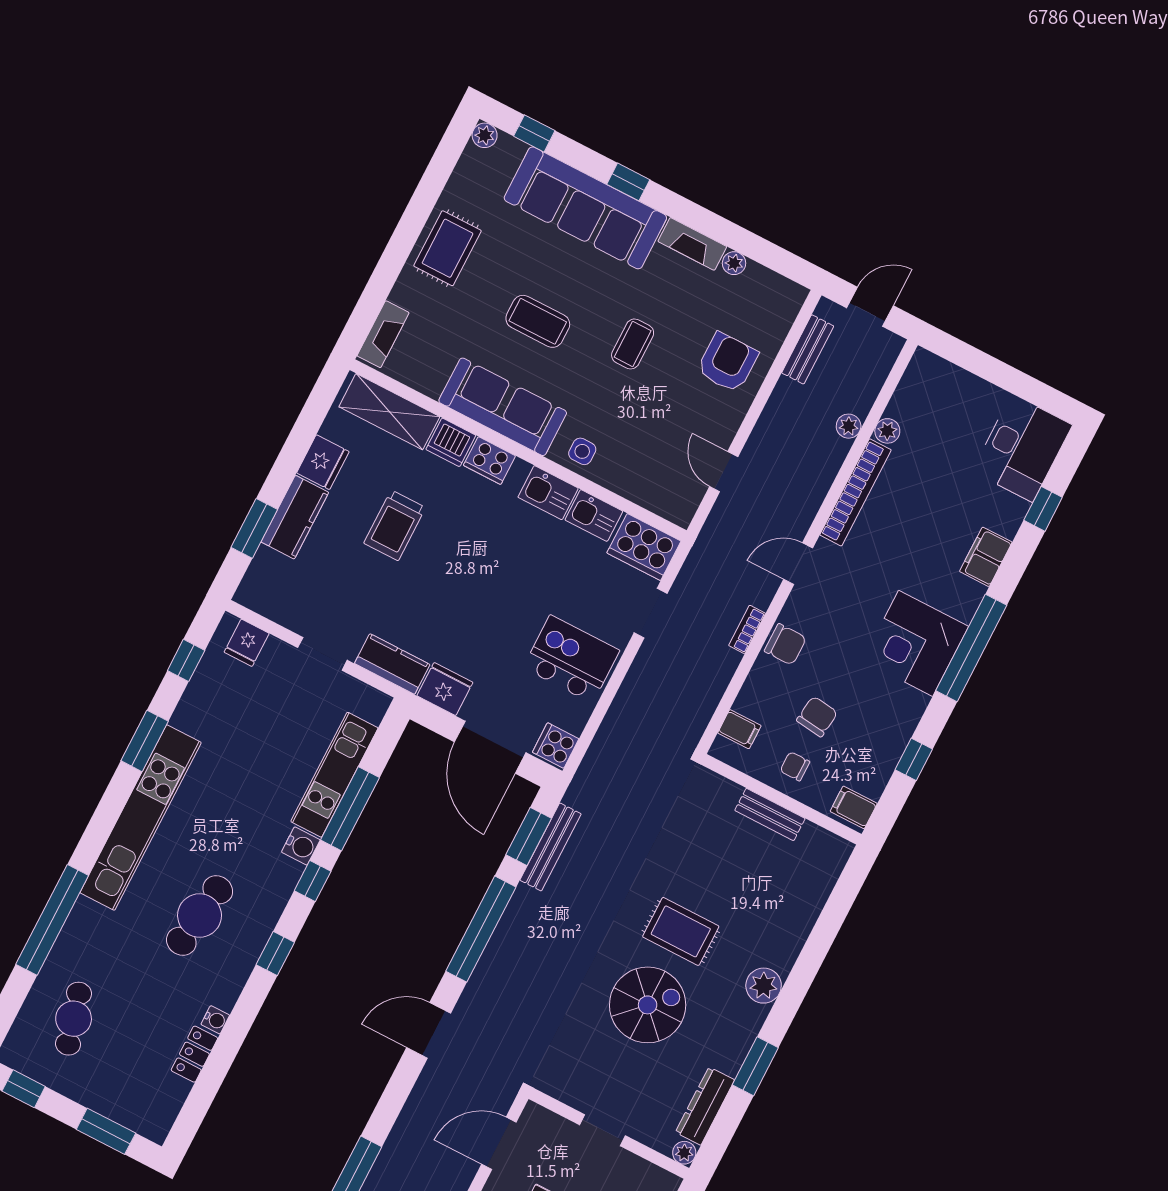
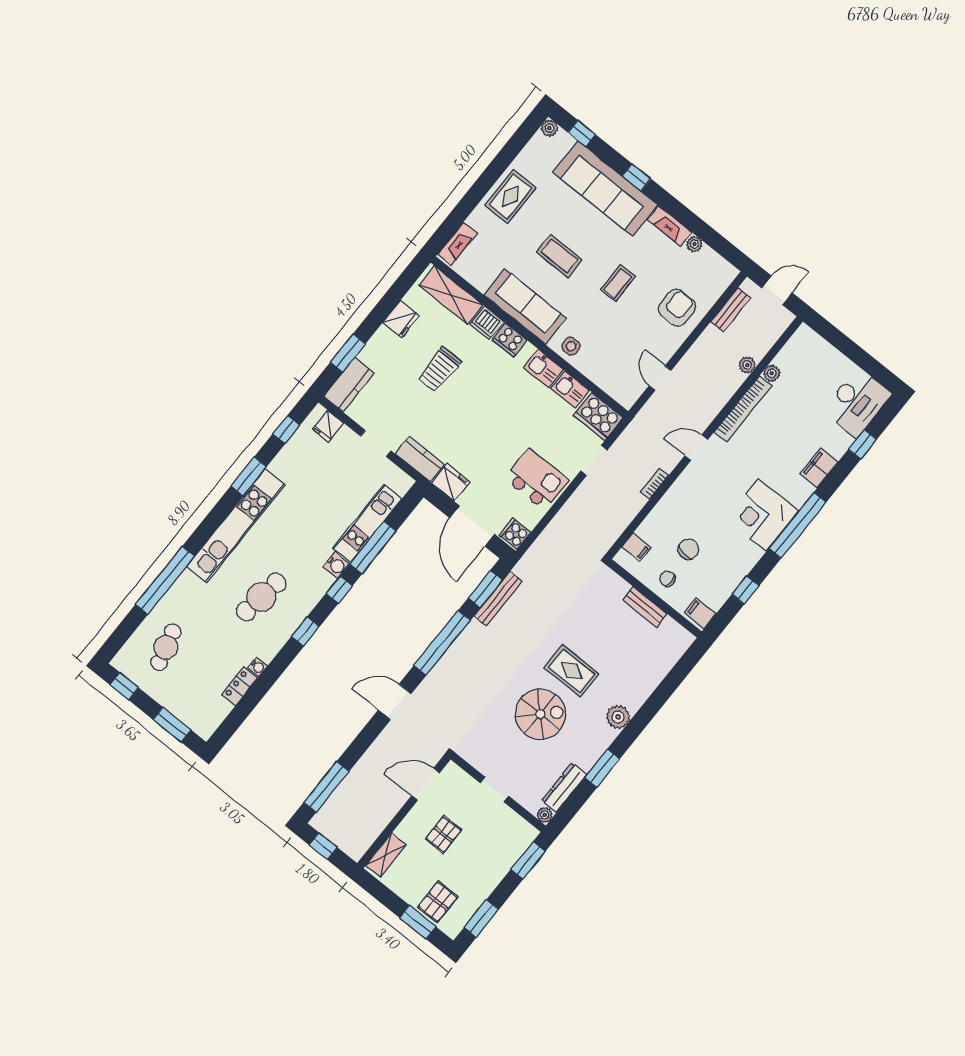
kitchen counter: (295, 517) -> (349, 384), moved
chair: (785, 644) -> (677, 498), removed

